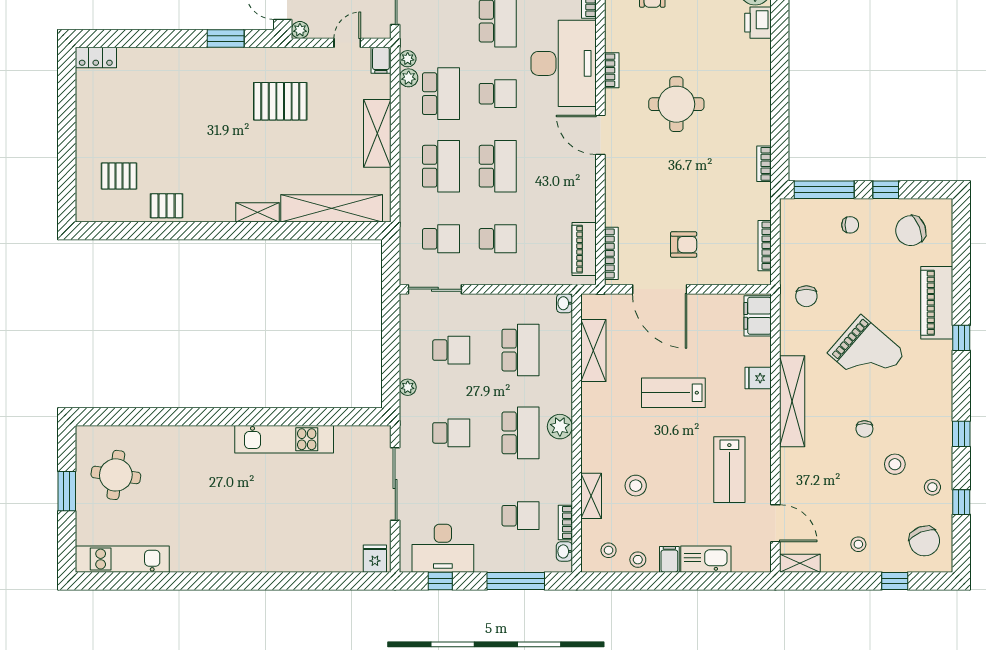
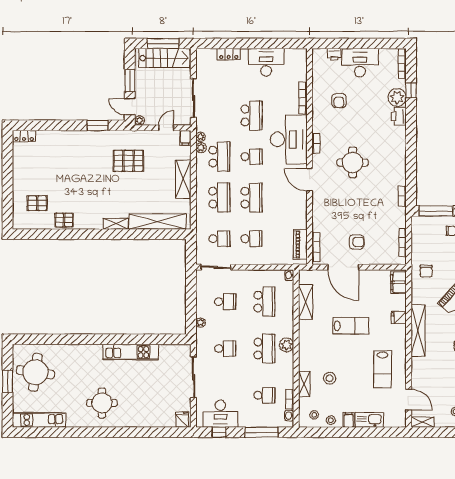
lab bench: (673, 393) -> (351, 326), turned 180
round table: (116, 475) -> (35, 372), width x1.36, depth x1.36
round table: (233, 529) -> (102, 403), added

